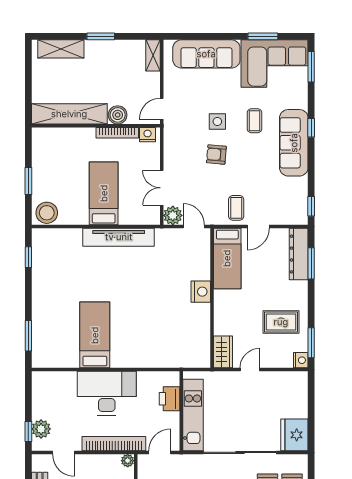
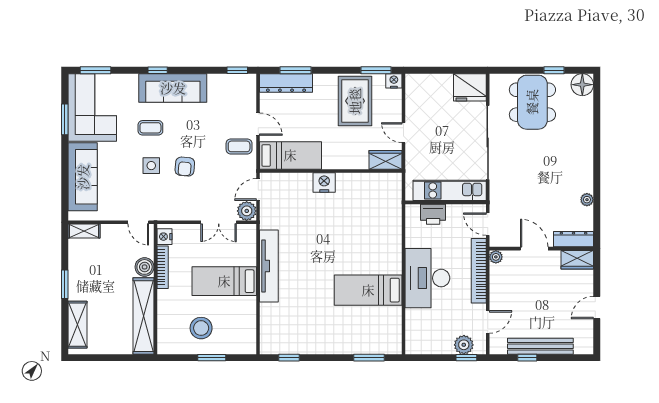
stool: (47, 213) -> (201, 328), moved
rug: (281, 322) -> (355, 101), width x1.36, depth x1.43

